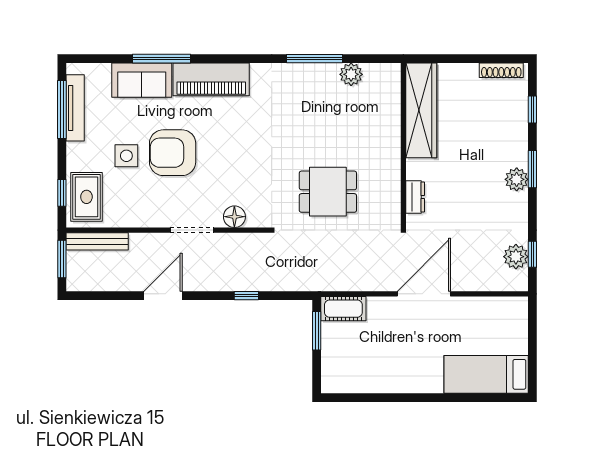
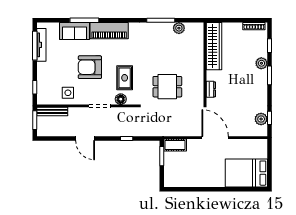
side table: (126, 156) -> (68, 93), moved
plant: (517, 179) -> (261, 63), moved
rug: (86, 197) -> (125, 78), moved
door: (424, 294) -> (215, 138), hinge flipped
door: (163, 296) -> (85, 138), swing flipped
bed: (486, 374) -> (246, 173), width x1.50

